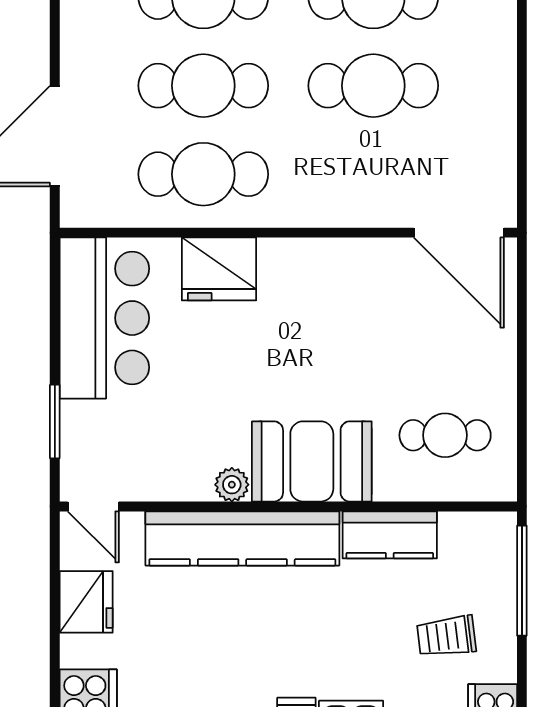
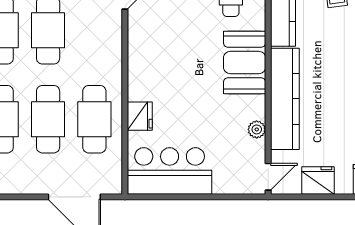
fridge: (219, 269) -> (140, 116), width x0.73, depth x0.75
window: (55, 422) -> (224, 197), removed
plant: (232, 485) -> (257, 129), moved

